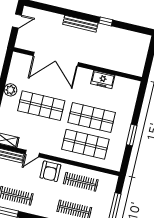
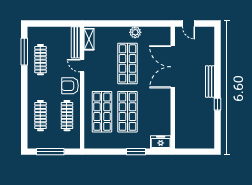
door: (17, 21) -> (189, 23), moved
freezer: (103, 80) -> (161, 142), moved, turned 90
window: (132, 135) -> (136, 152), moved

